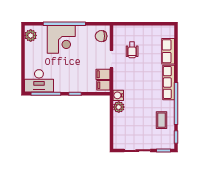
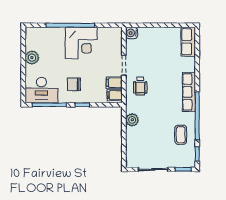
plant: (31, 35) -> (32, 58), moved
chair: (101, 36) -> (74, 84), moved
corner desk: (61, 39) -> (81, 43), moved
wheelchair: (132, 50) -> (140, 86), moved
row of seats: (168, 51) -> (188, 42), moved
water cooler: (118, 95) -> (132, 33), moved

